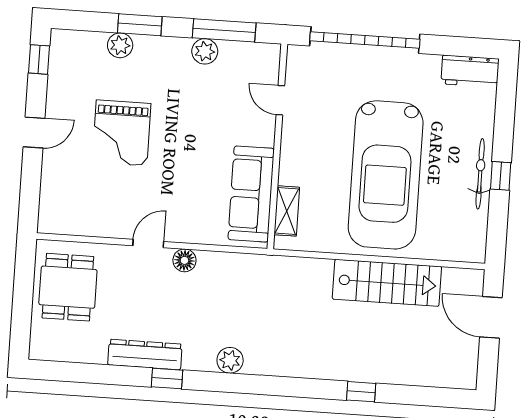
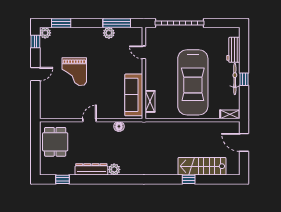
window: (140, 25) -> (61, 23), moved
plant: (120, 45) -> (45, 33), moved
workbench: (470, 71) -> (233, 50), moved, turned 90
shelving: (463, 252) -> (230, 114), added
floor lamp: (184, 260) -> (119, 126), moved
stairs: (387, 283) -> (202, 166), moved, turned 180
plant: (230, 360) -> (114, 169), moved
window: (167, 378) -> (62, 179), moved

